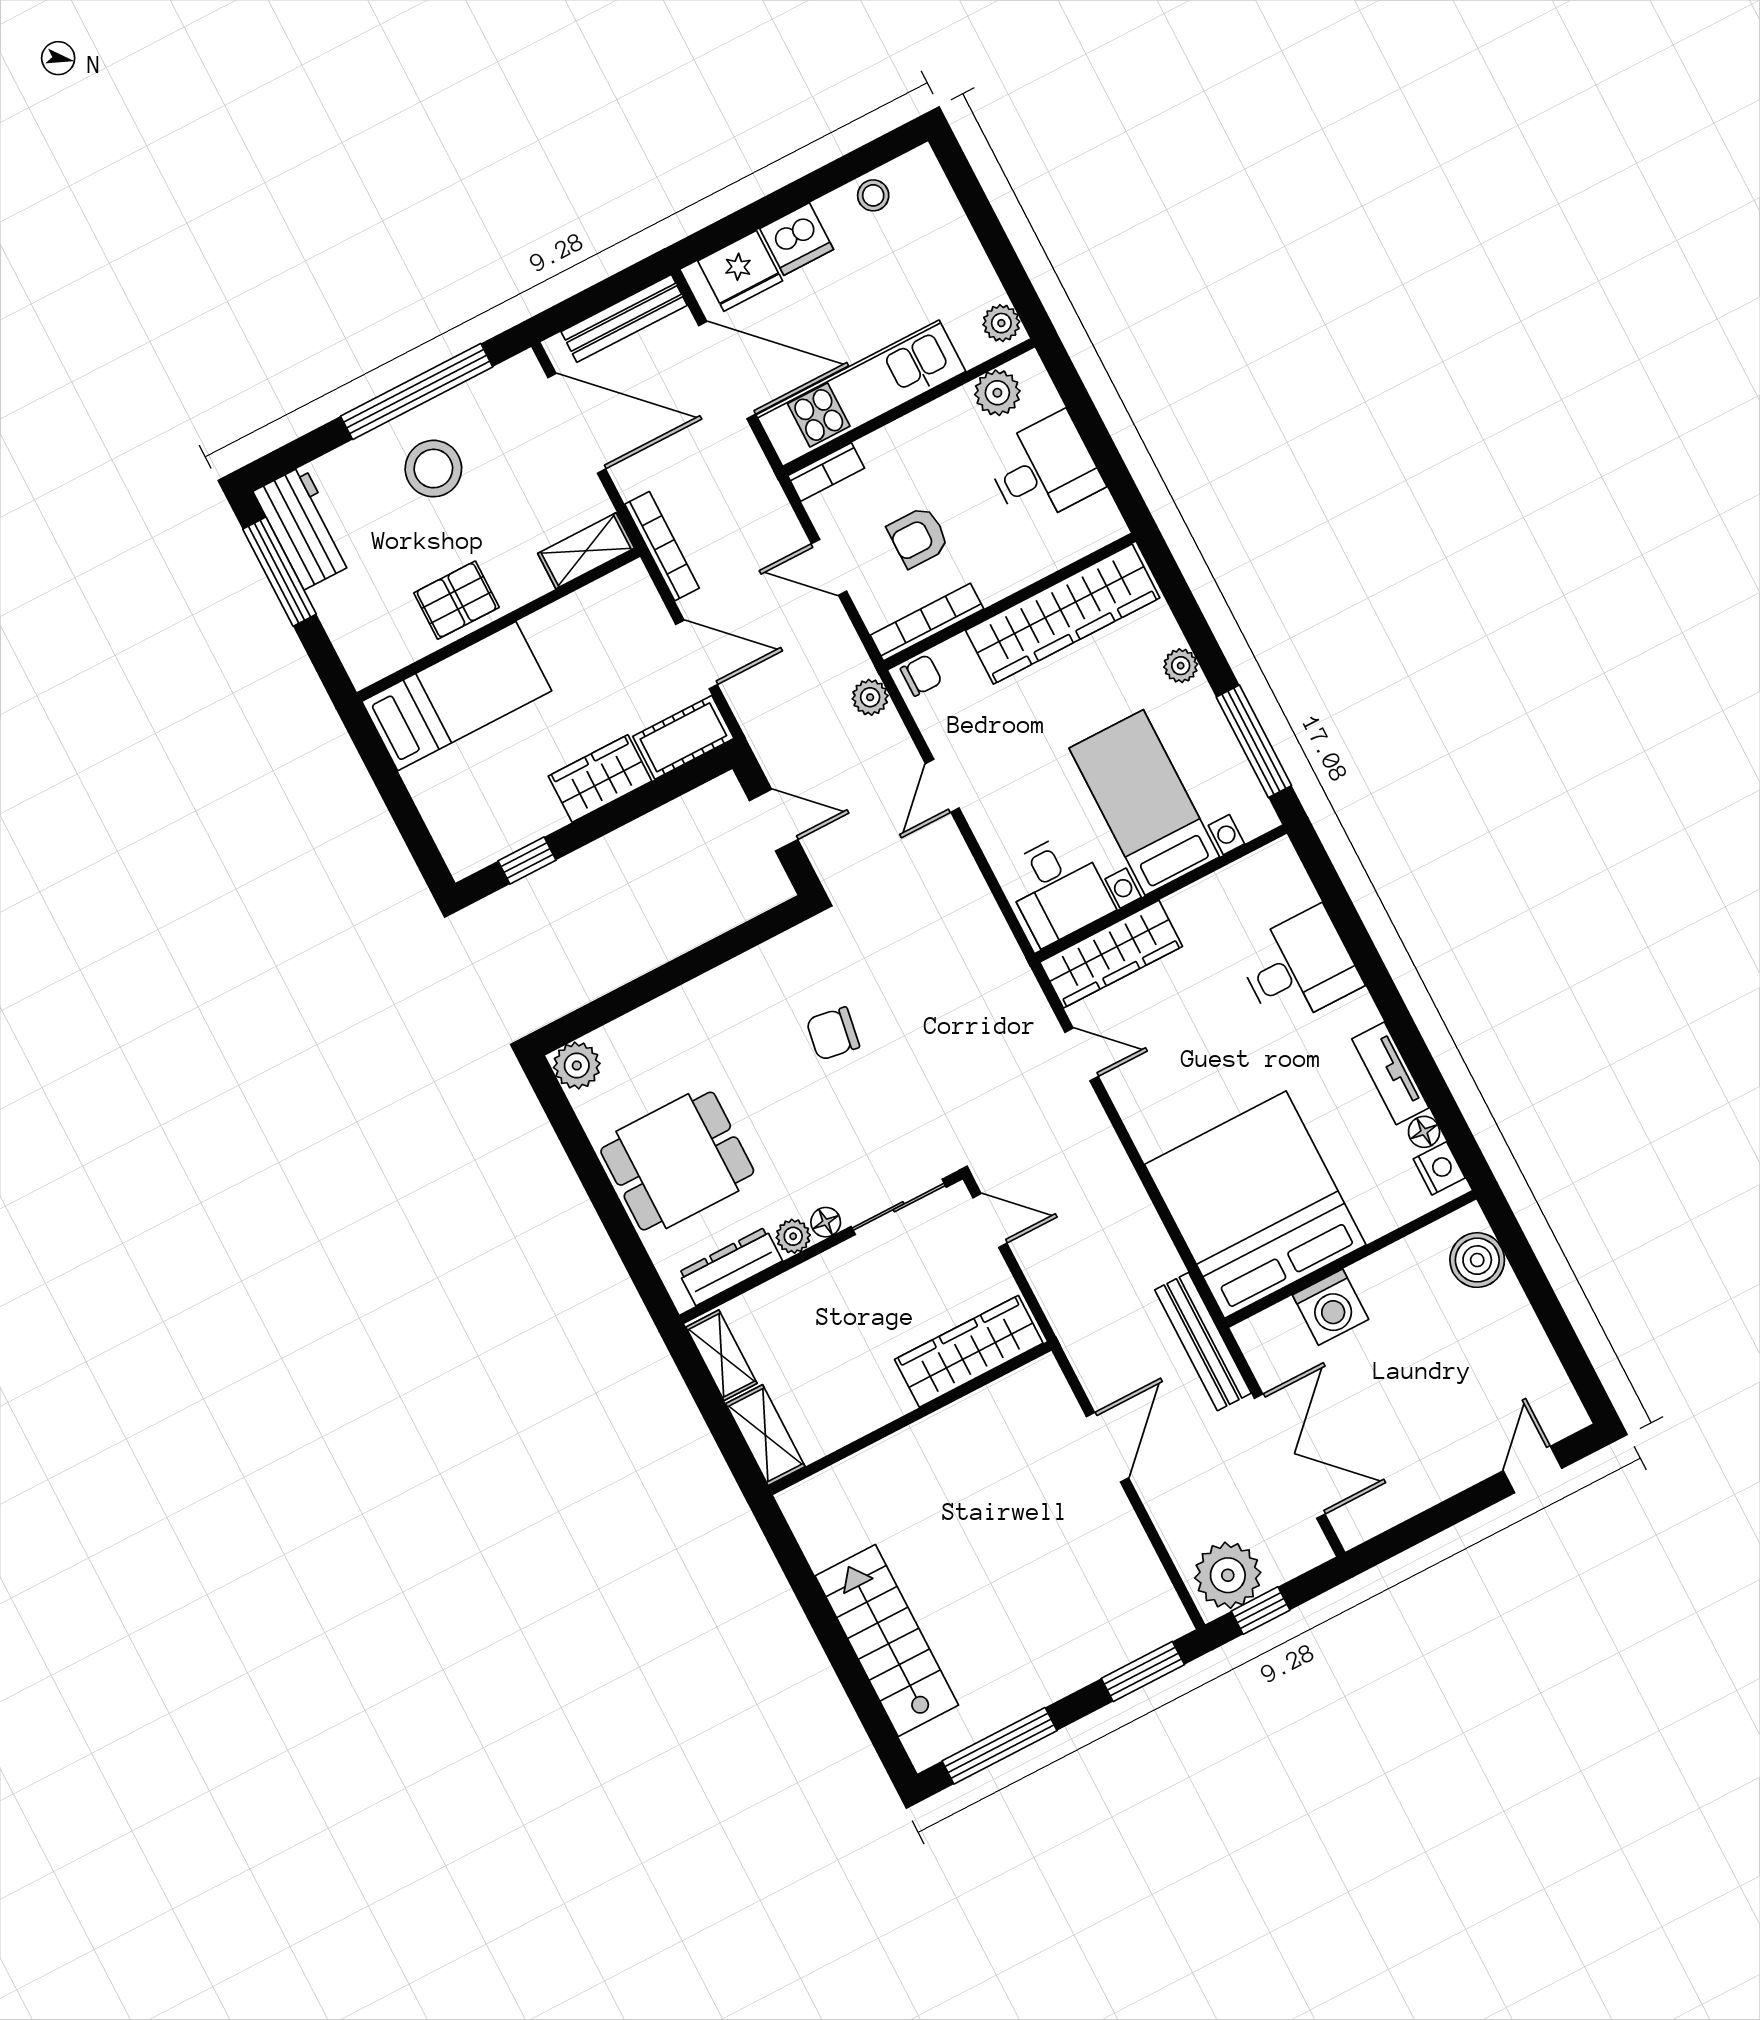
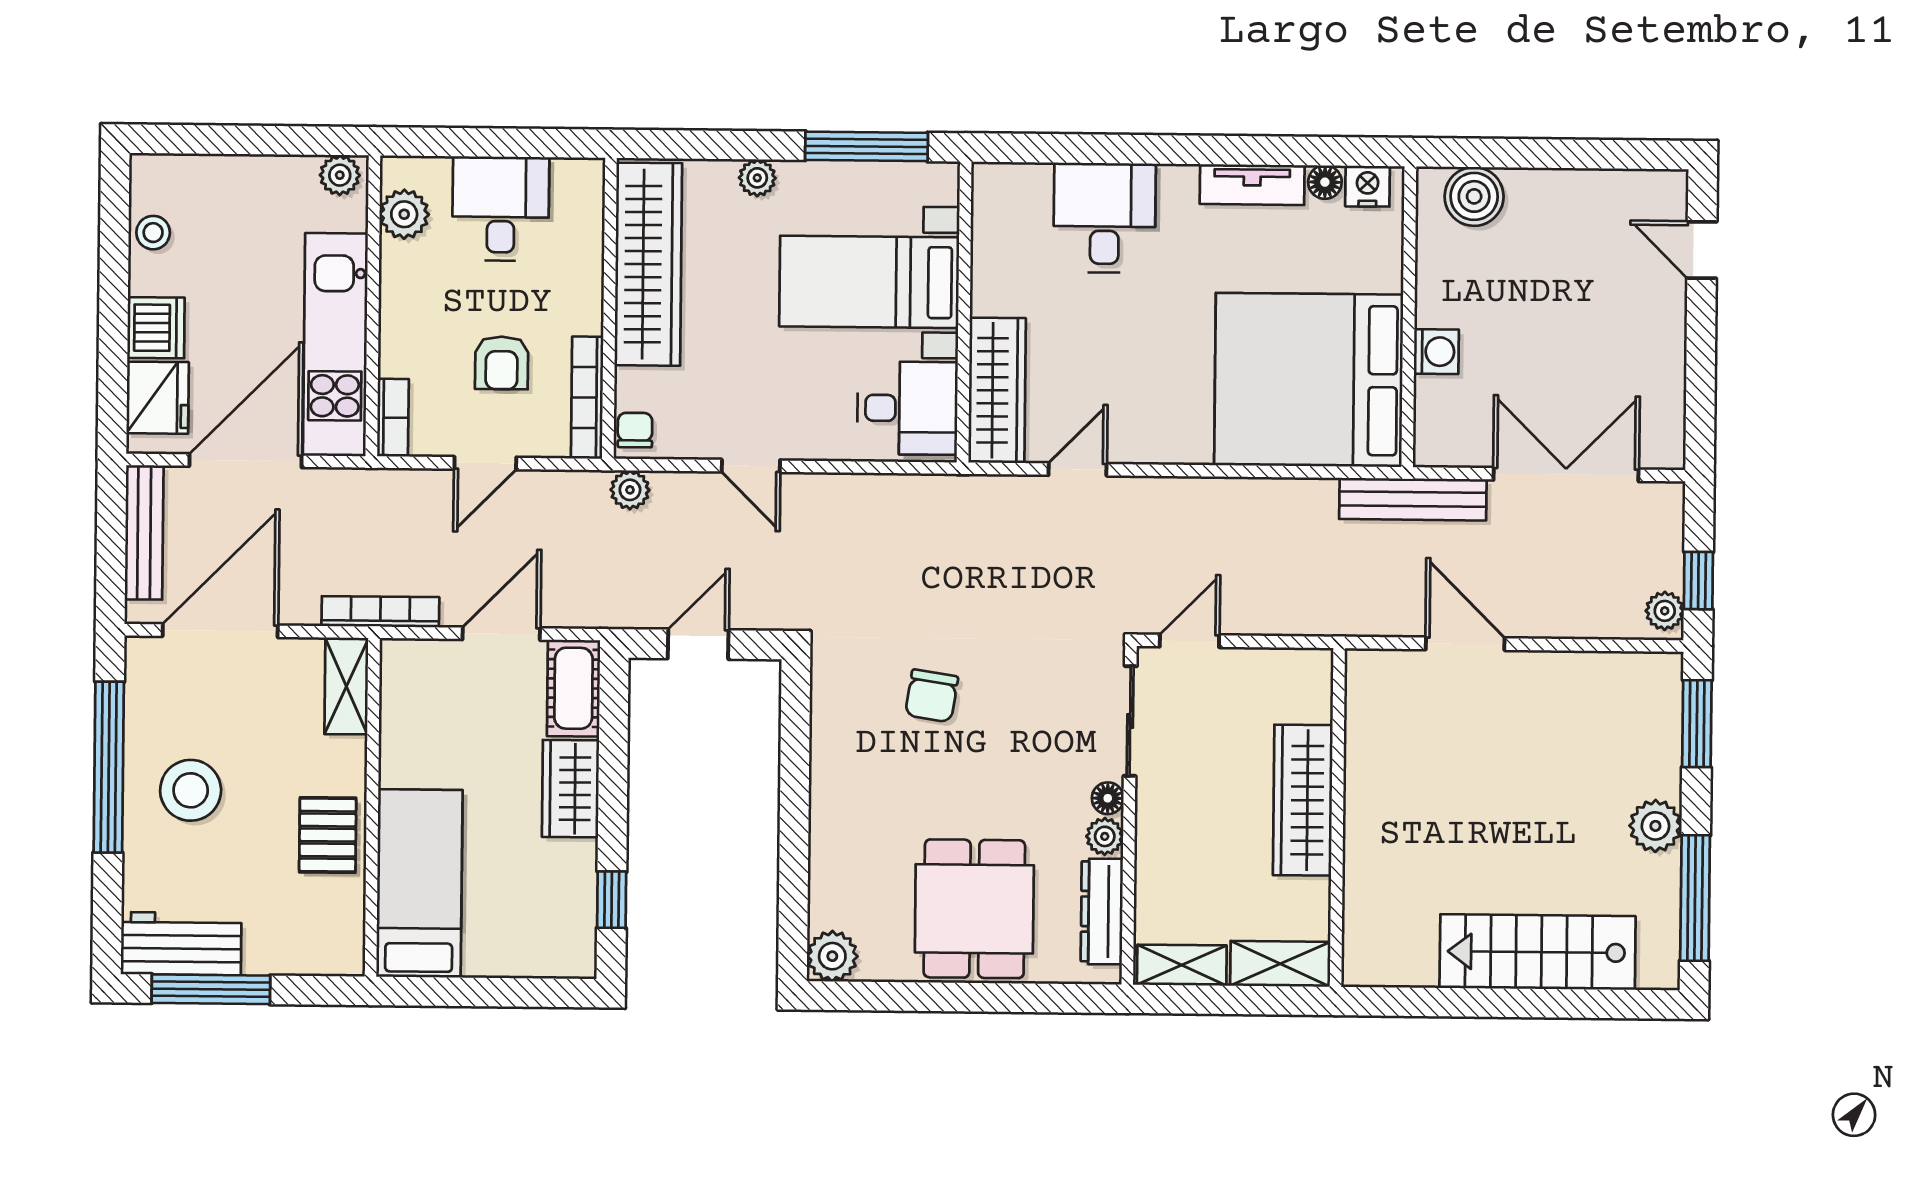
washing machine: (1331, 1307) -> (1436, 352), width x0.73, depth x0.73
wardrobe: (969, 1351) -> (1303, 800), moved
plant: (1228, 1575) -> (1665, 611), width x0.53, depth x0.53
plant: (1041, 1682) -> (1655, 826), added

